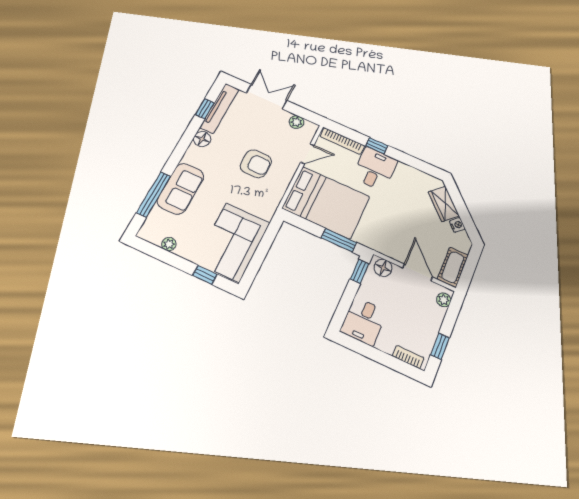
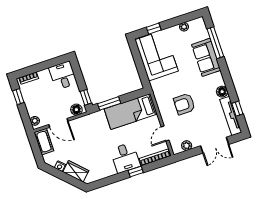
bed: (326, 203) -> (131, 111), width x0.67

